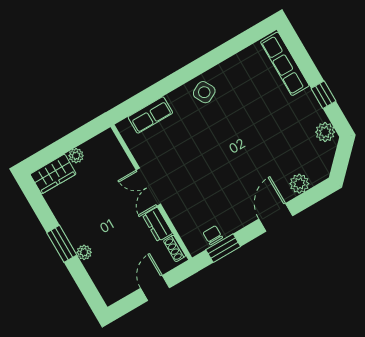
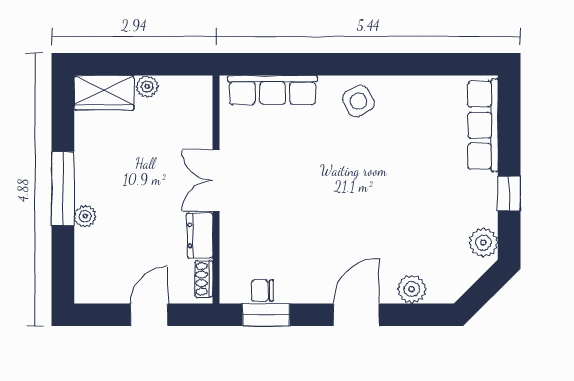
row of seats: (150, 115) -> (273, 90), width x1.48
chair: (213, 235) -> (262, 291), turned -90
window: (62, 244) -> (63, 189), width x1.44

